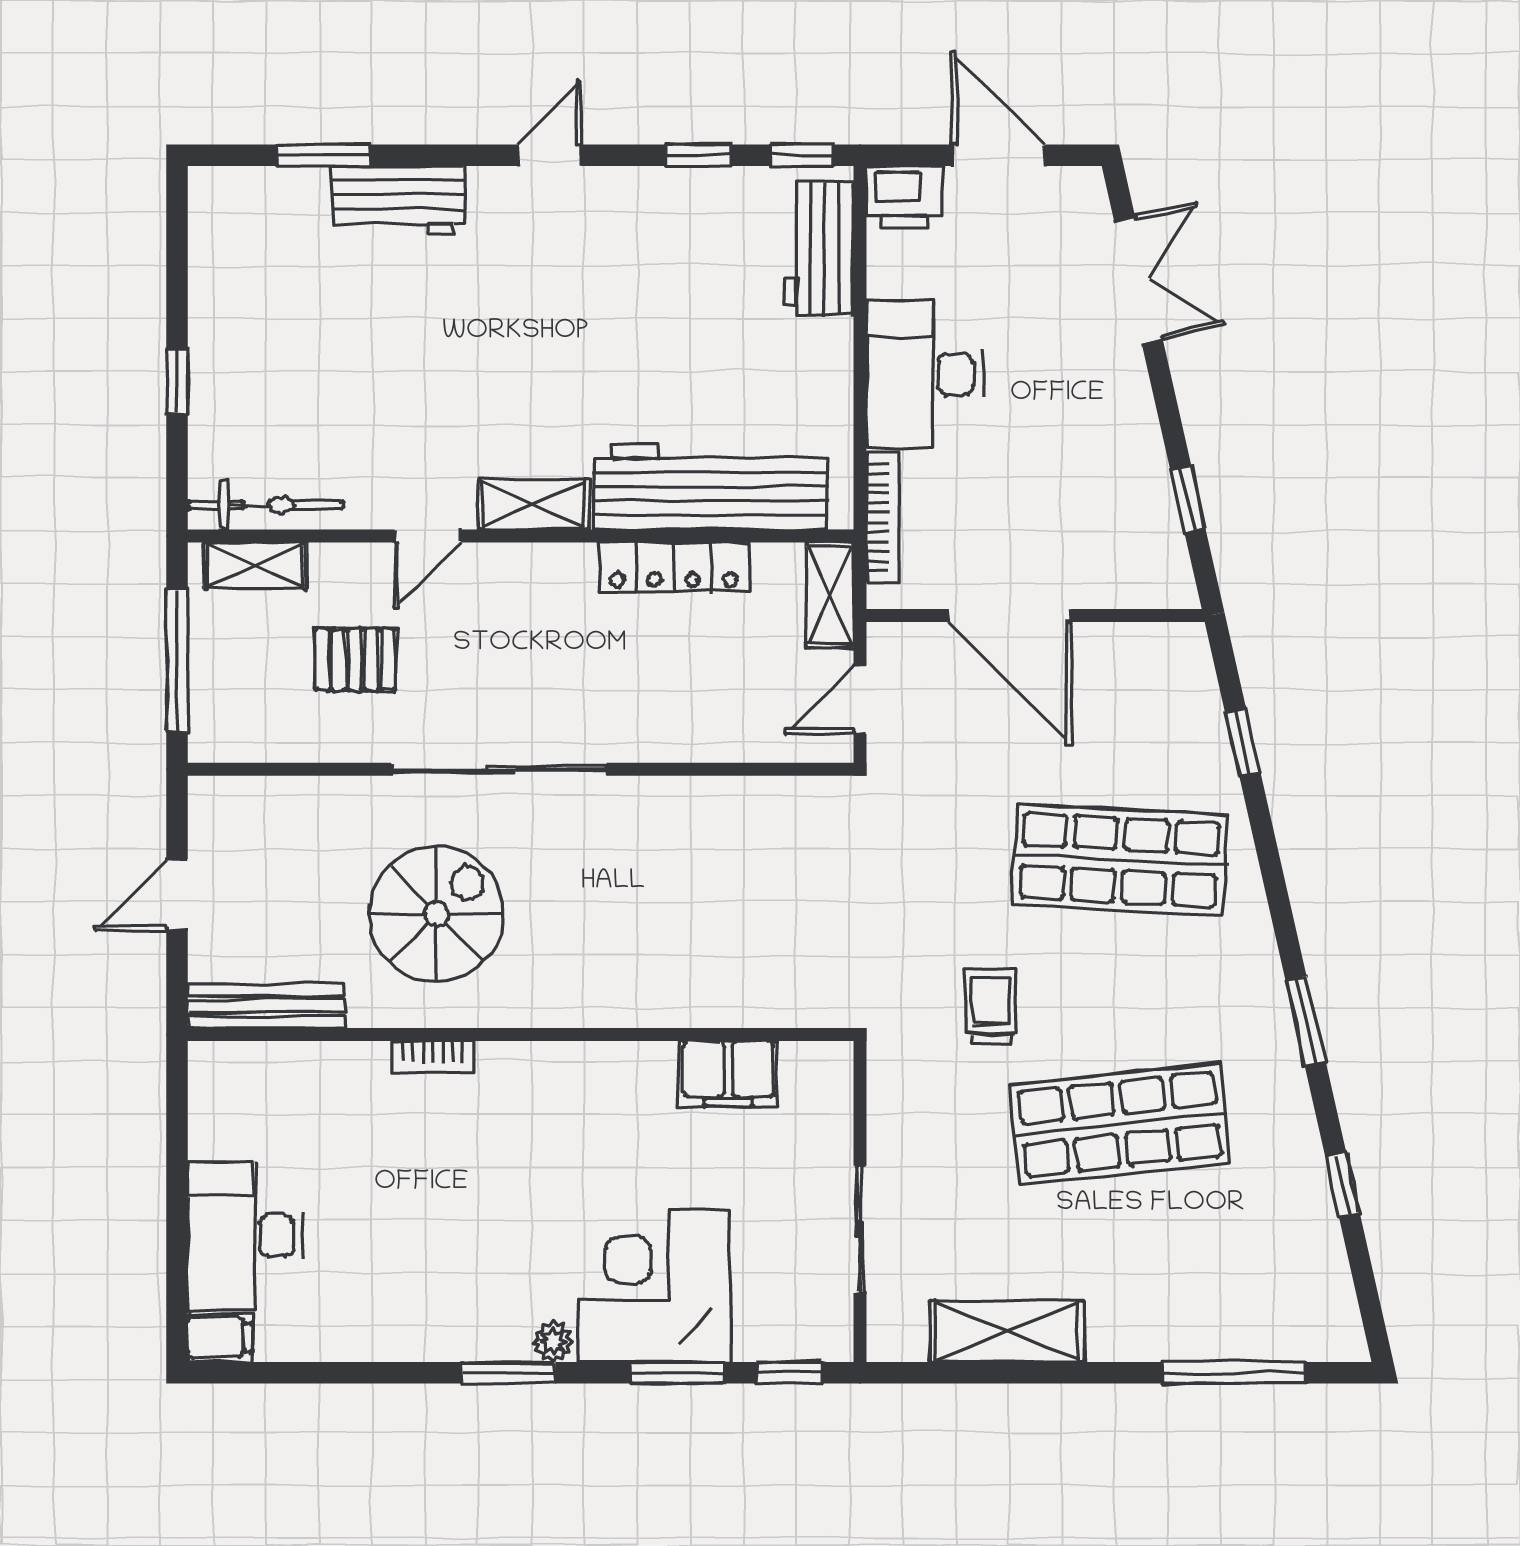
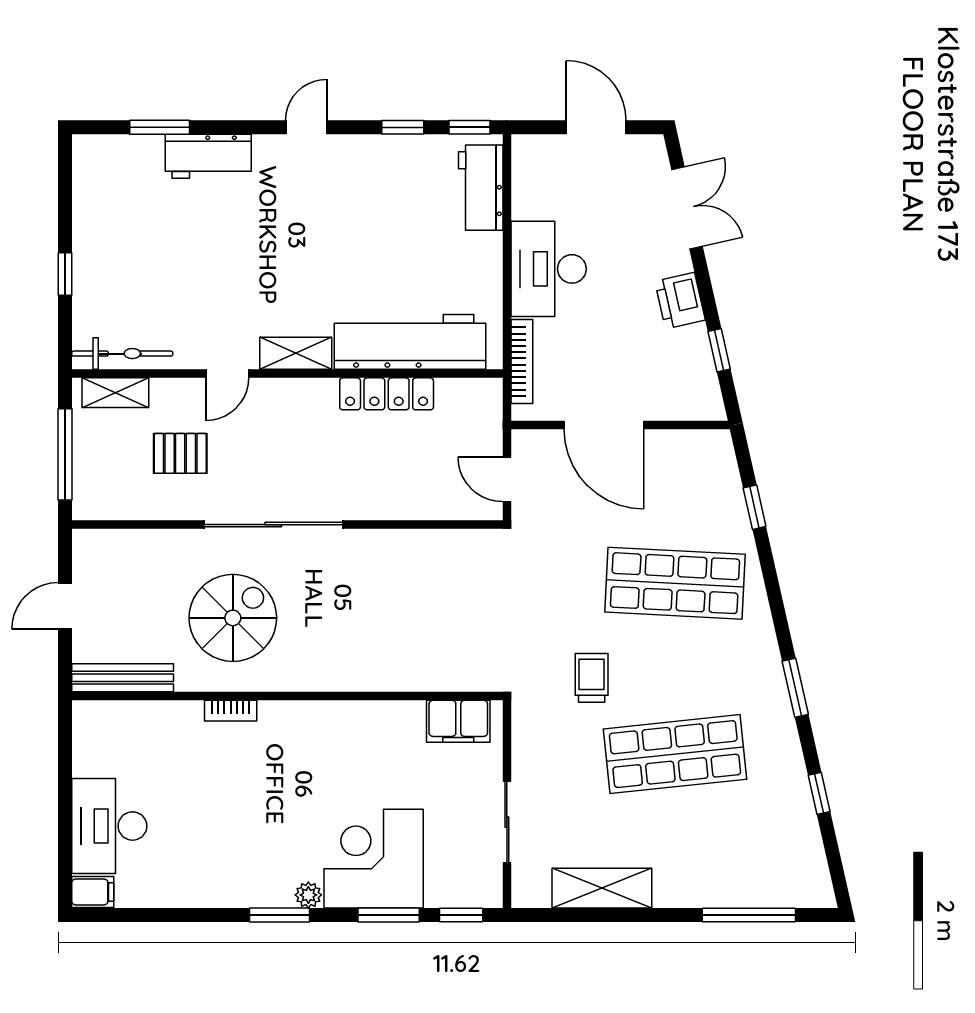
printer: (904, 197) -> (680, 301), moved, turned 77
shelving: (830, 595) -> (487, 412), removed
door: (860, 699) -> (507, 479), hinge flipped
filing cabinet: (729, 1073) -> (458, 721), moved

